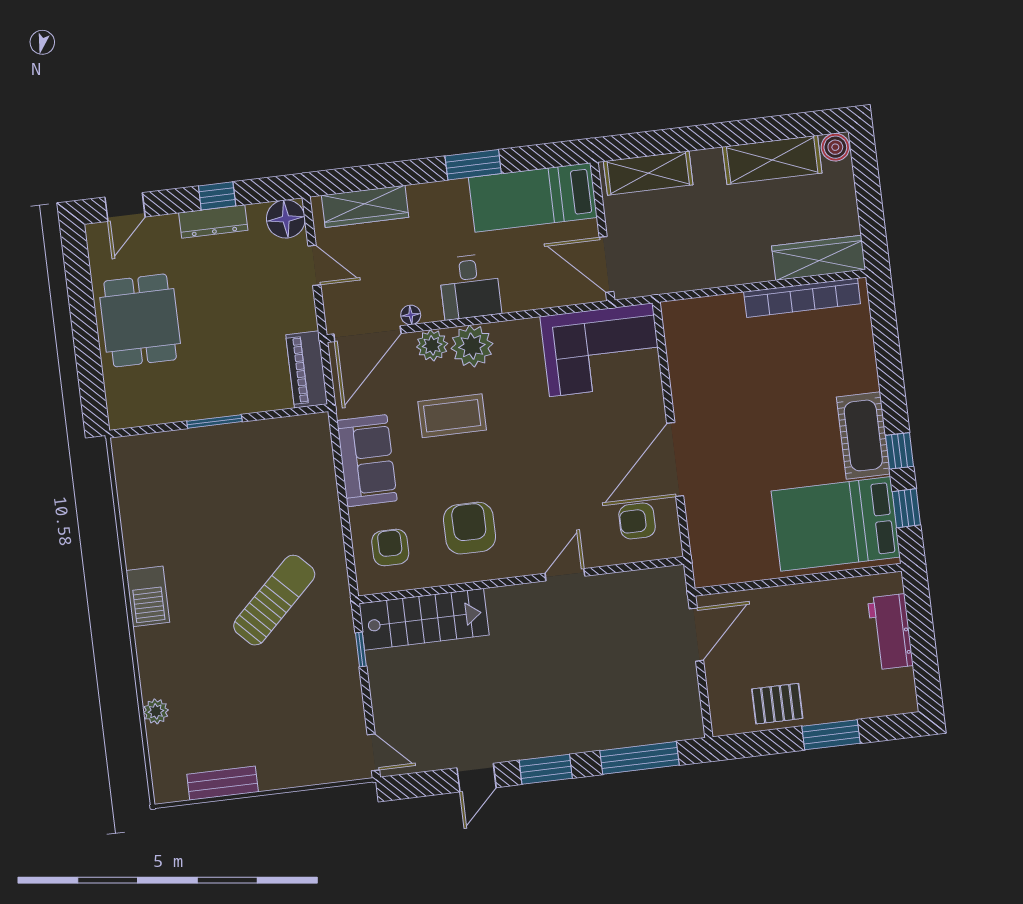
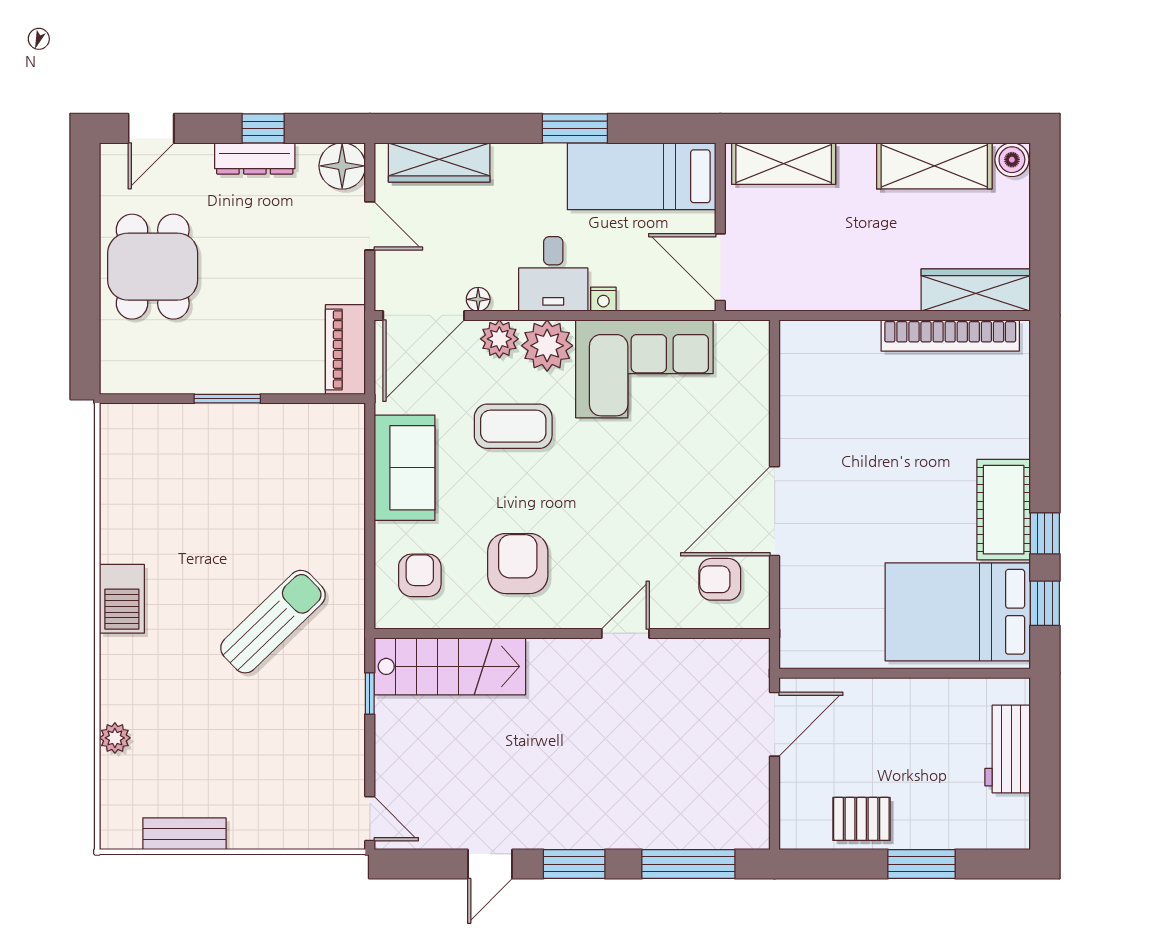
nightstand: (514, 302) -> (603, 299), added
corner sofa: (601, 350) -> (644, 369), moved

